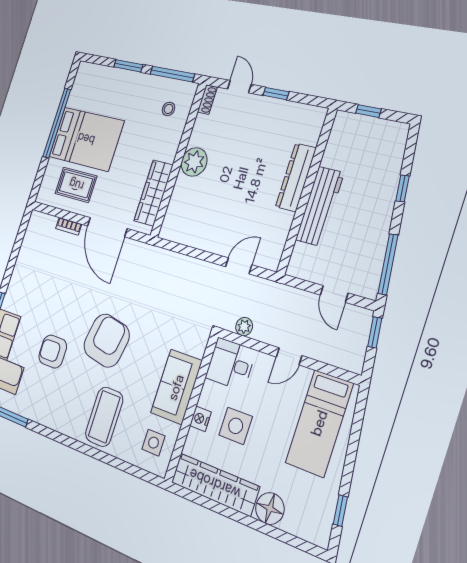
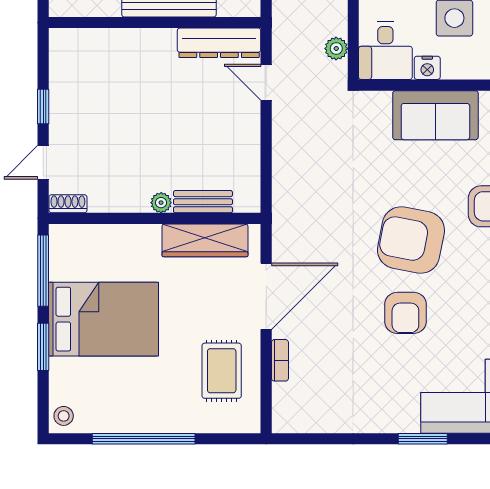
stool: (168, 109) -> (64, 416), moved
bed: (86, 139) -> (103, 319), moved, turned 90
plant: (194, 162) -> (161, 203), width x0.53, depth x0.53
dresser: (296, 177) -> (219, 43), moved
bench: (177, 198) -> (203, 202), added
armchair: (53, 352) -> (405, 313), moved
nightstand: (200, 419) -> (427, 68), moved

